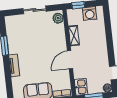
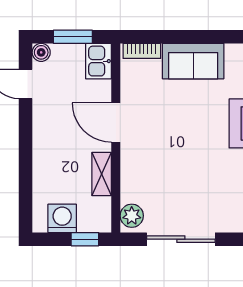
sliding door: (35, 10) -> (181, 239), width x1.37
door: (70, 60) -> (116, 123), swing flipped

